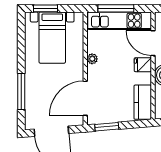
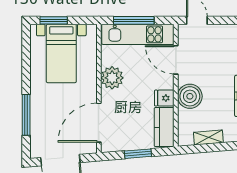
plant: (92, 59) -> (112, 78), width x1.88, depth x1.88
fridge: (143, 65) -> (164, 98), moved
window: (107, 127) -> (138, 154), moved

